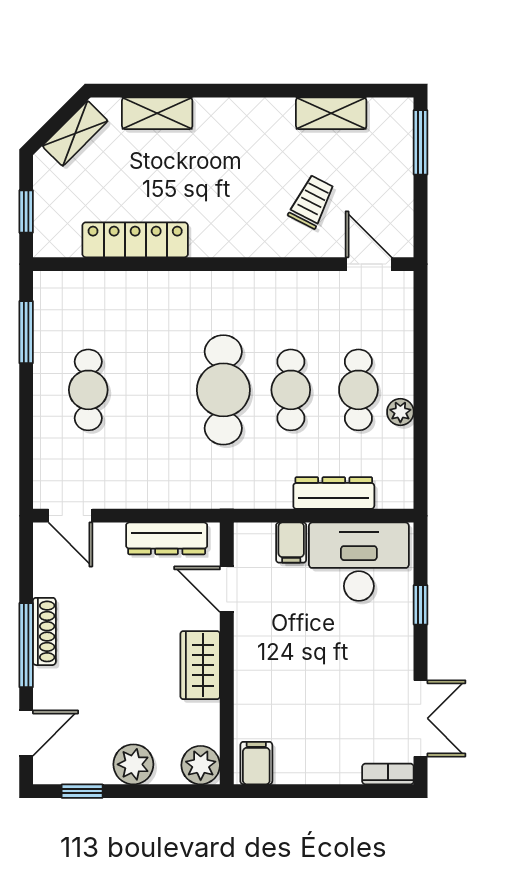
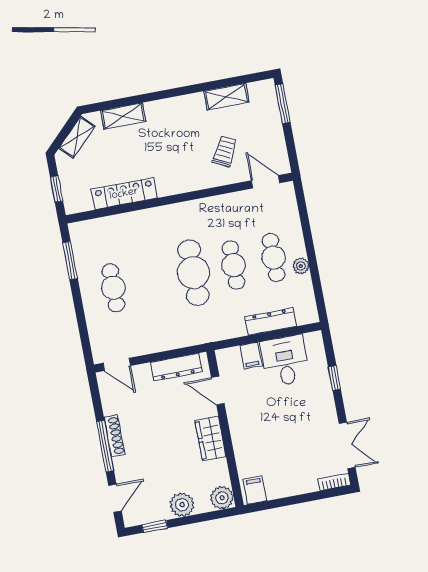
desk: (359, 562) -> (285, 361), width x0.73

